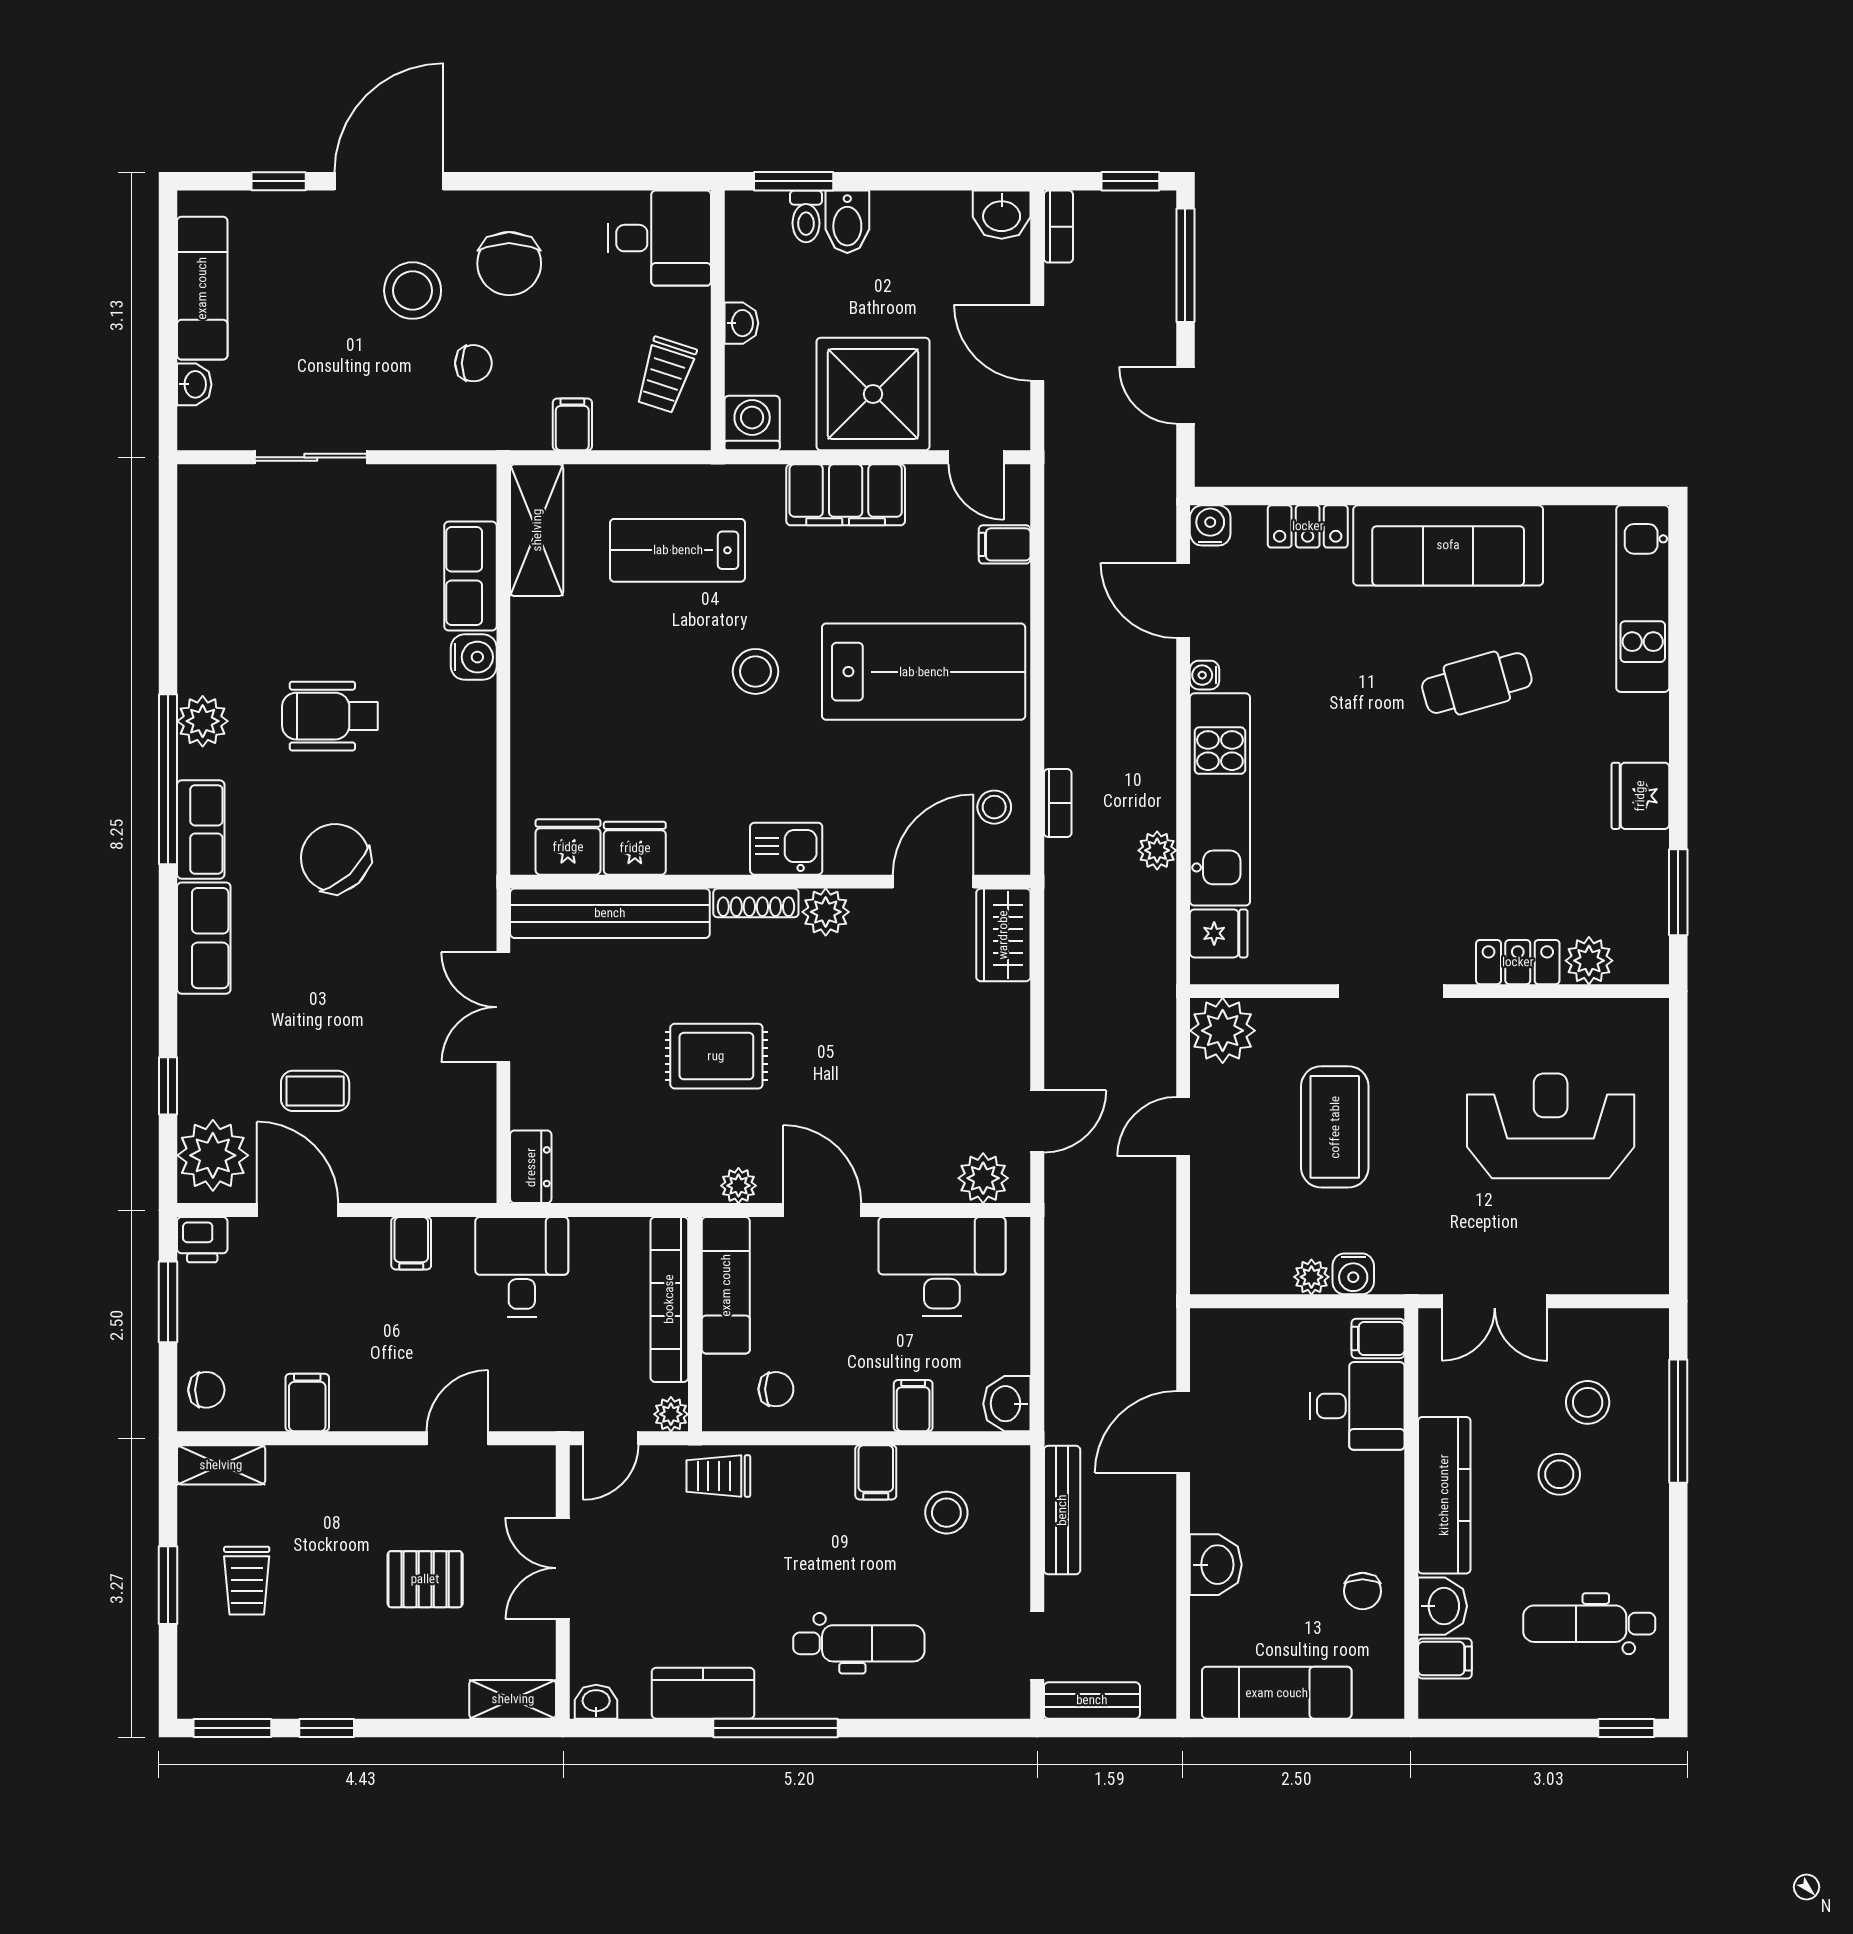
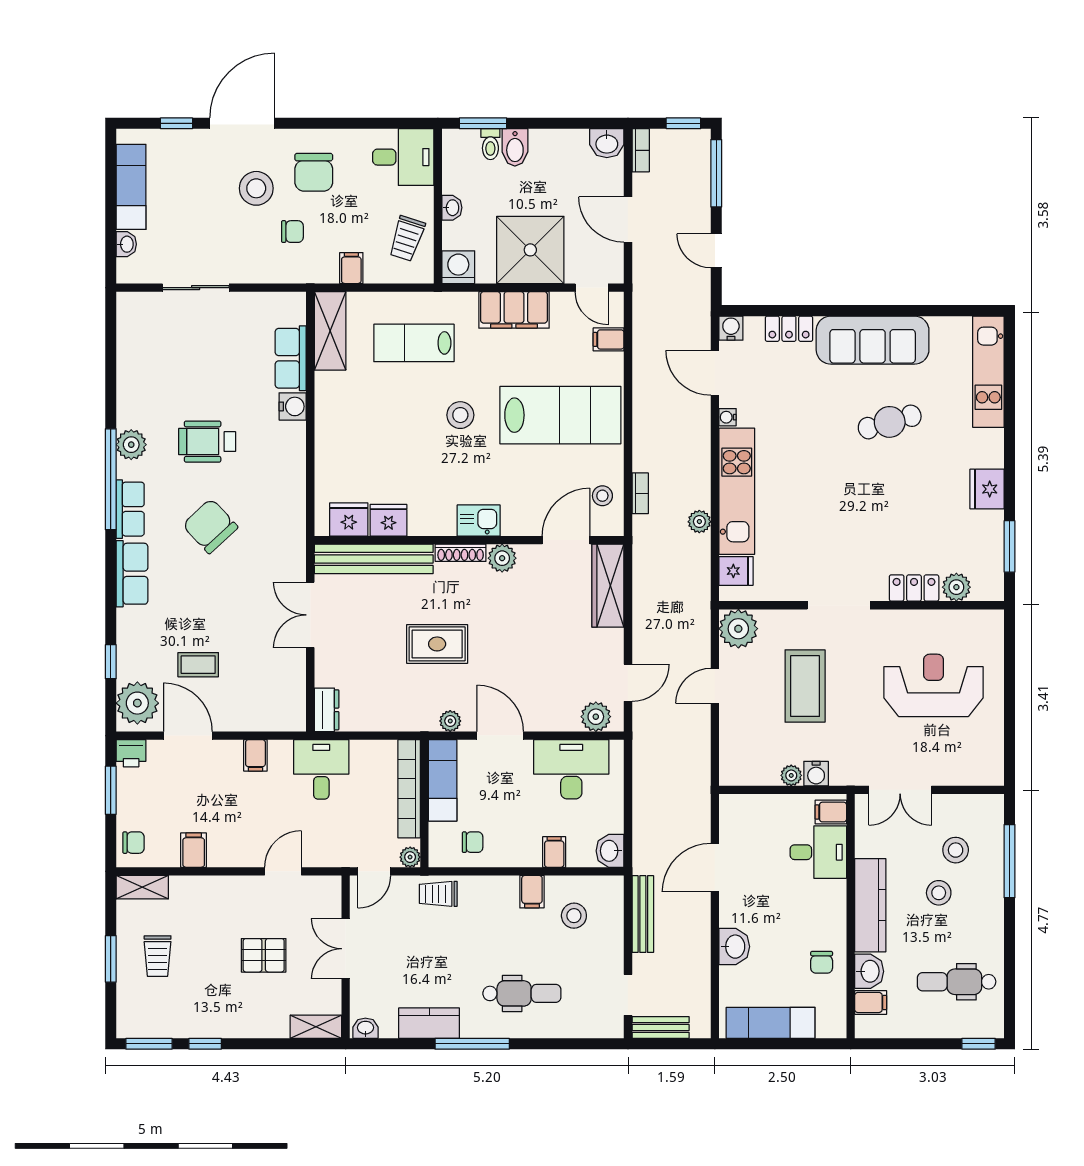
wardrobe: (1003, 935) -> (608, 586), width x1.50

